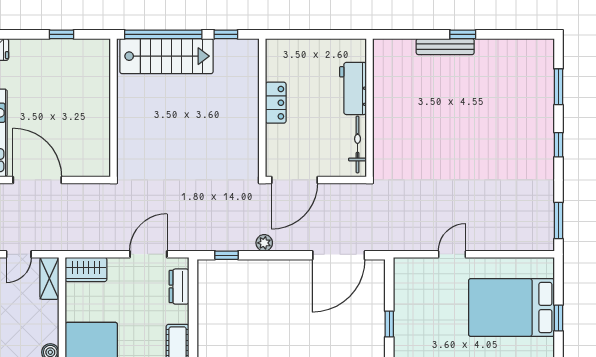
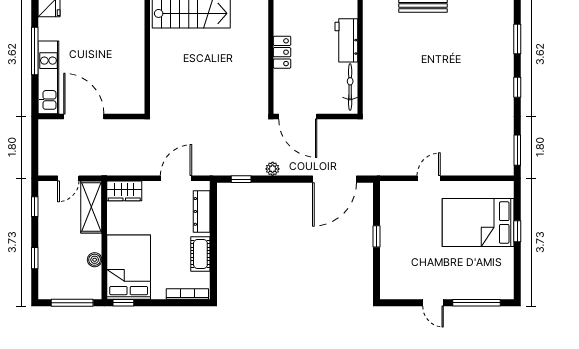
door: (295, 180) -> (298, 116), hinge flipped
shelving: (49, 278) -> (91, 207), width x1.50, depth x1.33
dresser: (179, 287) -> (202, 211), width x1.44

